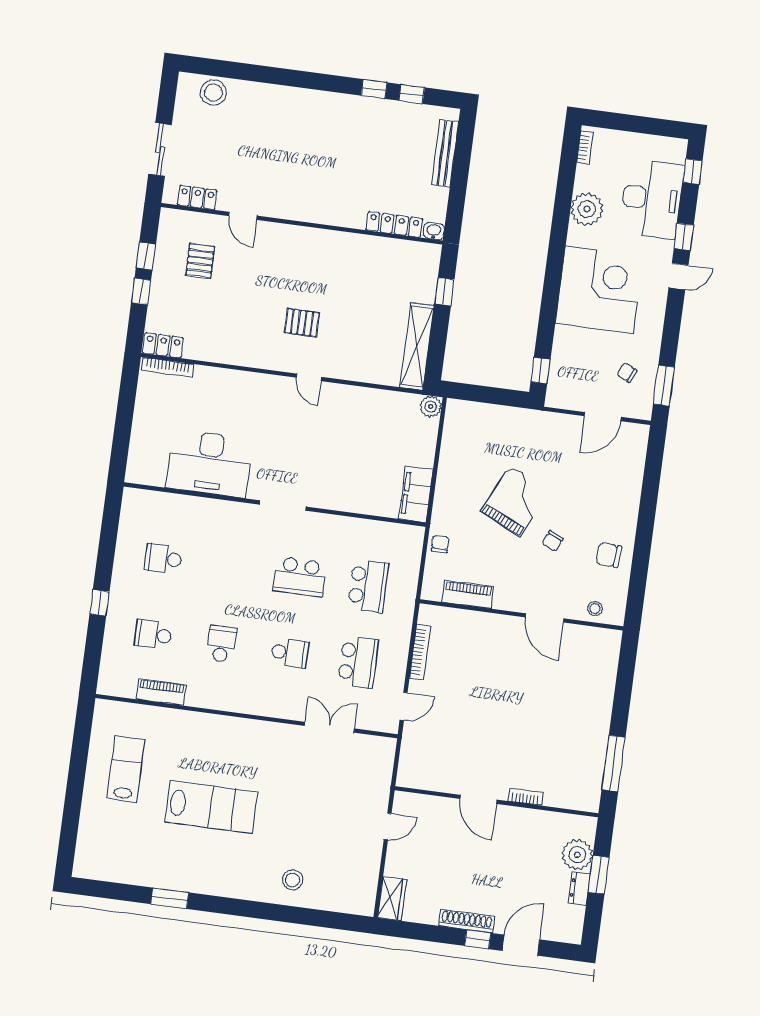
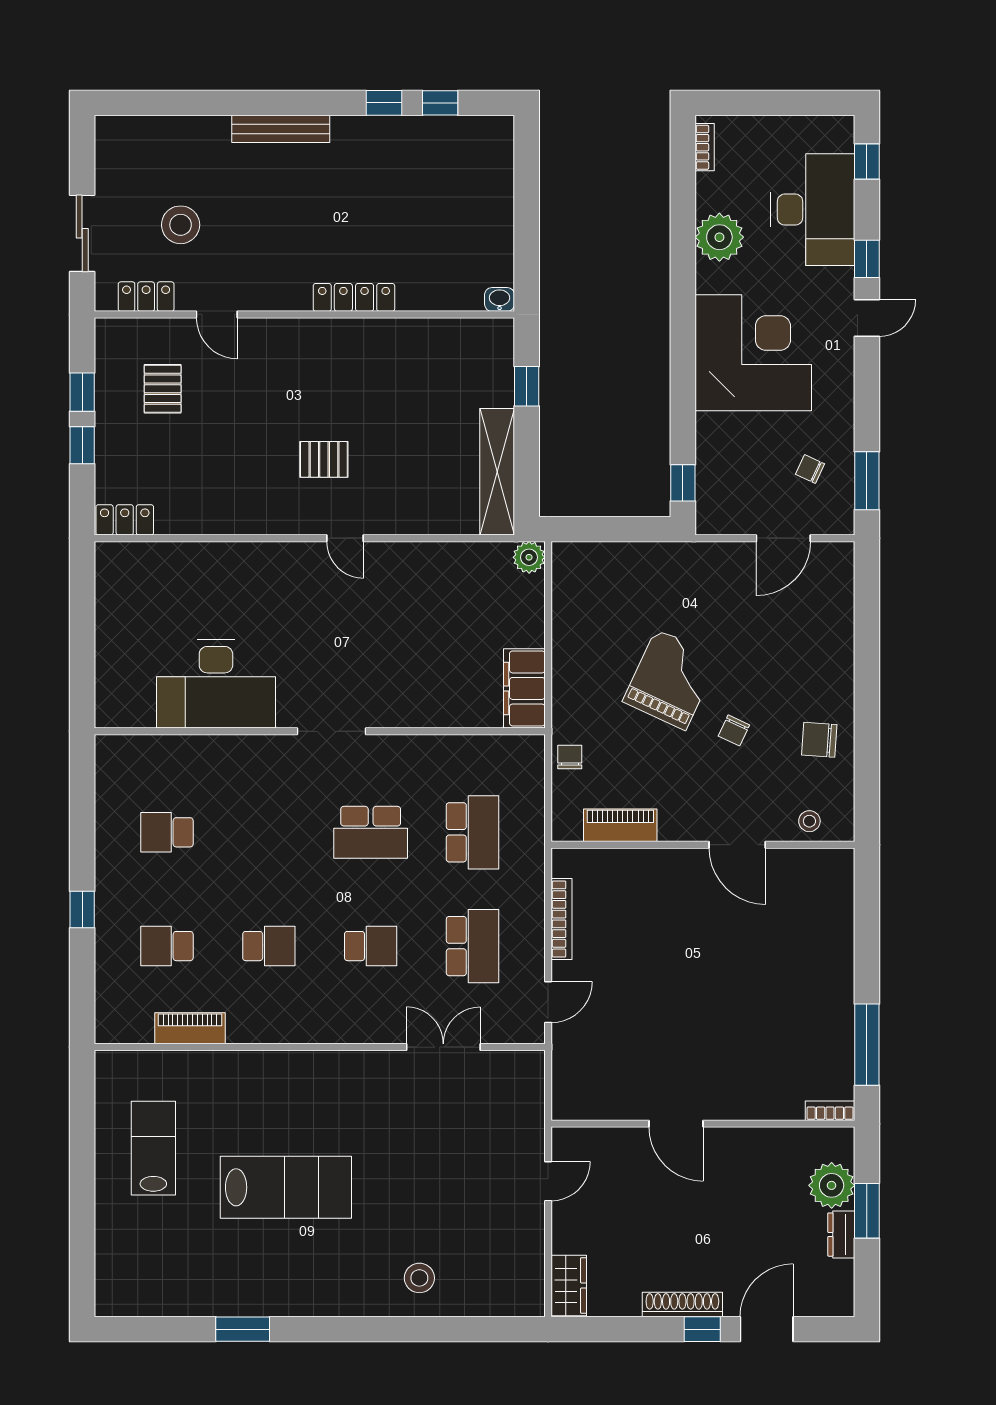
stool: (213, 93) -> (181, 225), moved
bench: (445, 153) -> (281, 129), moved, turned 90
locker: (394, 224) -> (354, 297), moved
bookcase: (168, 367) -> (136, 551), removed
school desk: (221, 644) -> (269, 946), turned 90
bookcase: (526, 797) -> (830, 1111), moved

